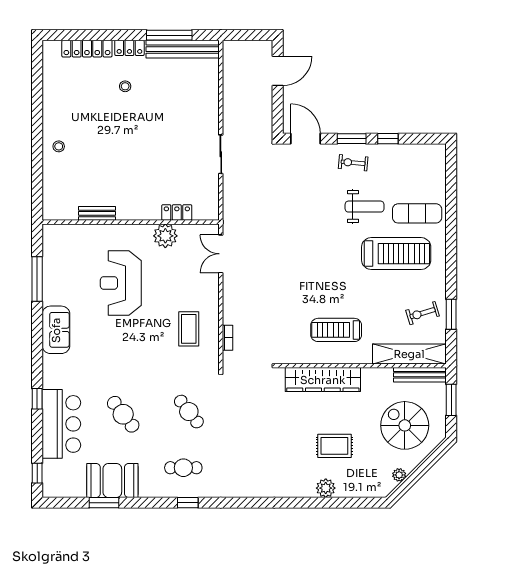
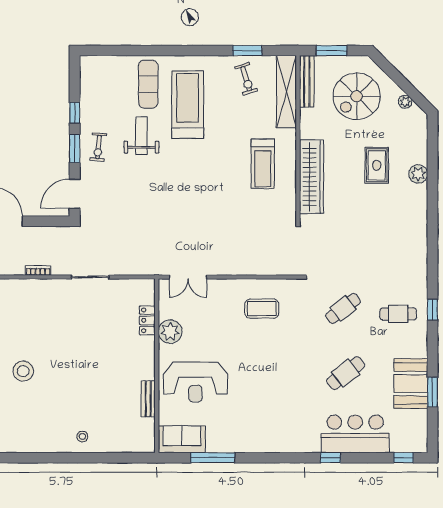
stool: (125, 86) -> (23, 371), width x1.89, depth x1.89
reception desk: (121, 283) -> (195, 382), moved
sofa: (56, 330) -> (182, 439), moved
bookcase: (228, 338) -> (38, 270), moved
cafe table: (183, 468) -> (398, 314), turned 90

